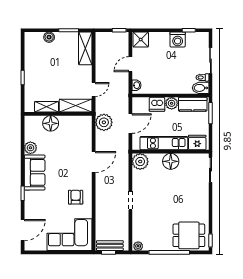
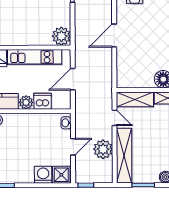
washing machine: (178, 40) -> (43, 175), moved
shelving: (85, 48) -> (124, 156), width x1.47
door: (94, 89) -> (115, 118), swing flipped
plant: (104, 122) -> (103, 149), moved
floor lamp: (171, 161) -> (27, 37), removed

